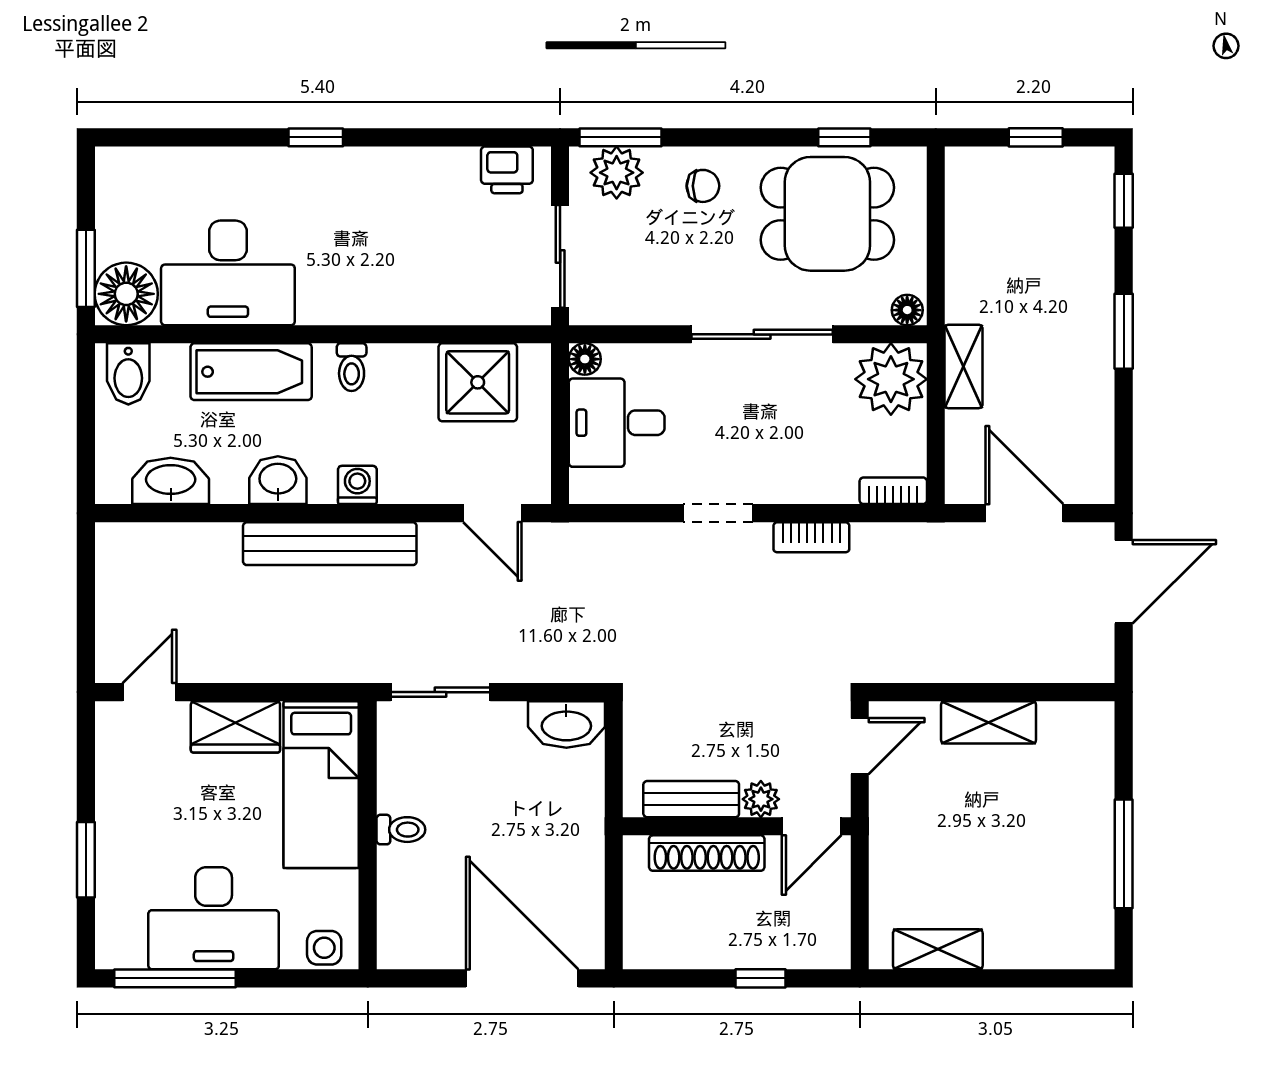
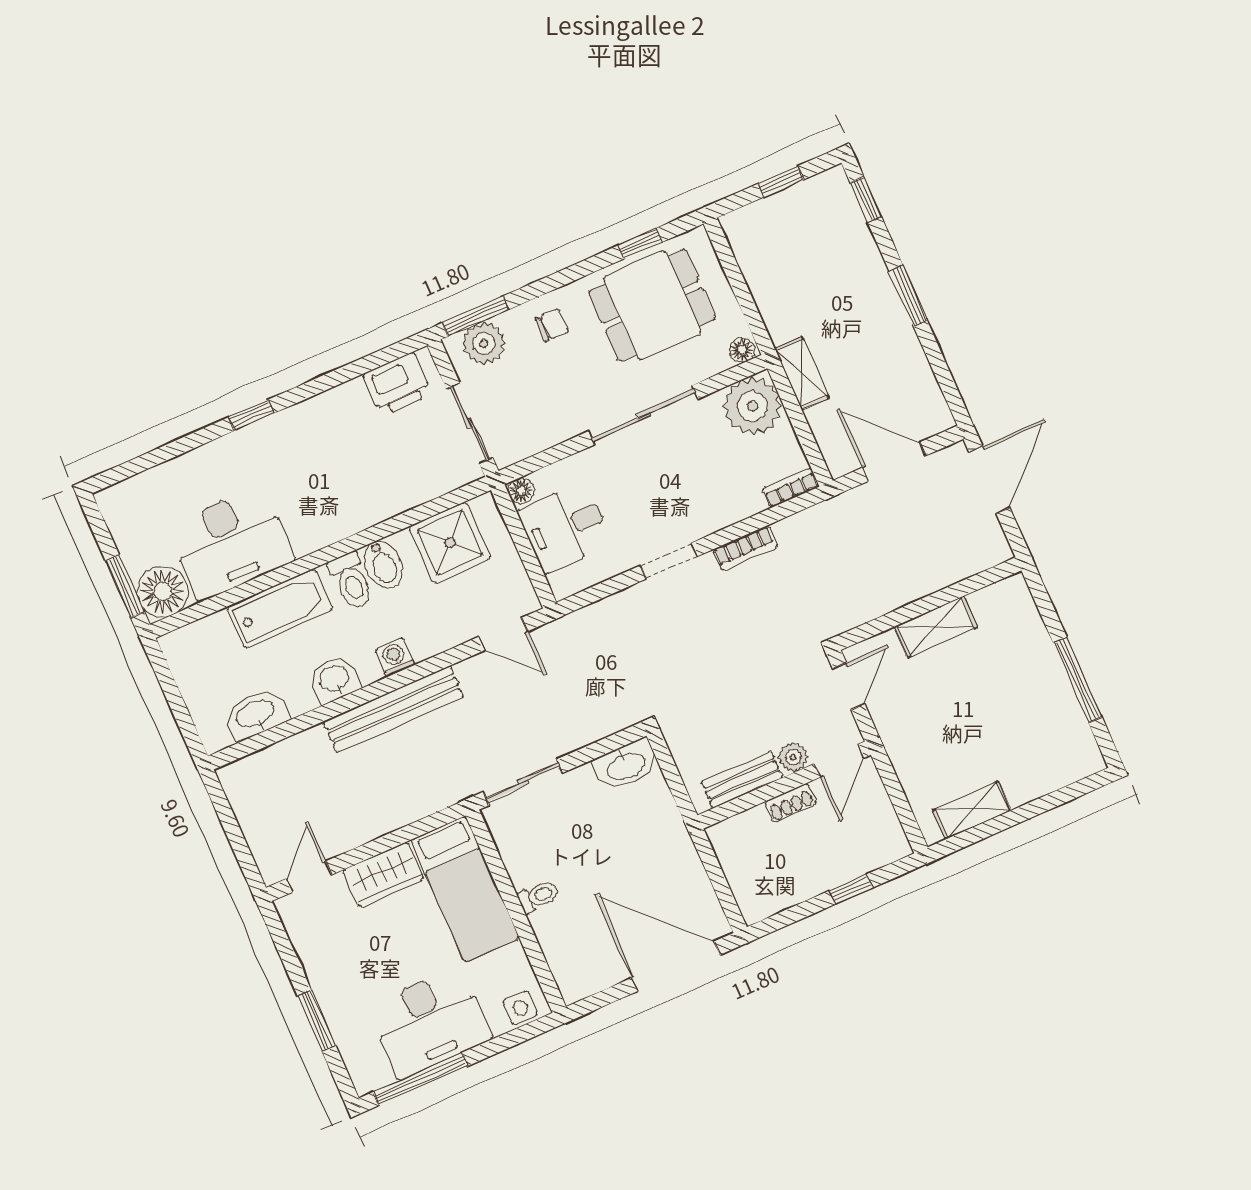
printer: (507, 170) -> (397, 384), width x1.36, depth x1.24
toilet: (352, 367) -> (351, 581), width x1.37, depth x1.39
bidet: (128, 374) -> (383, 564), moved
shoe rack: (707, 853) -> (790, 803), width x0.51, depth x0.81

